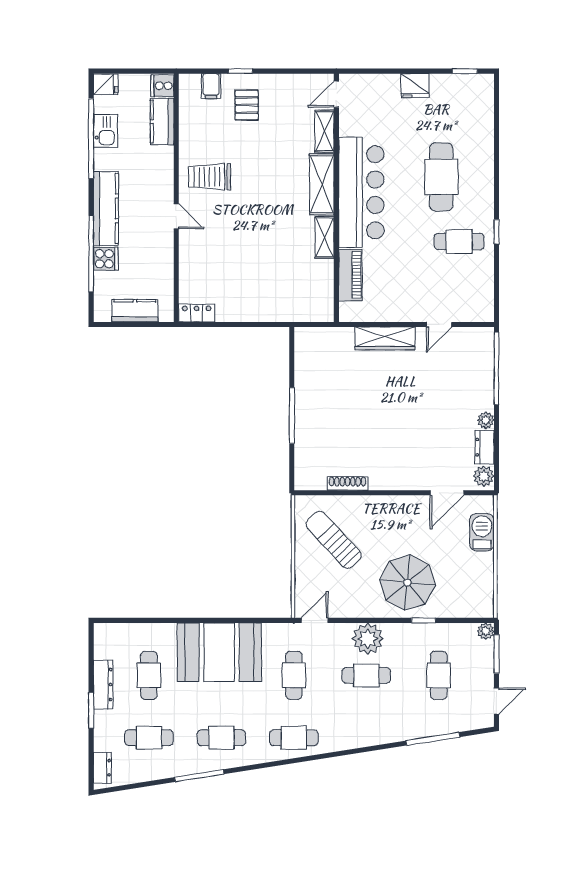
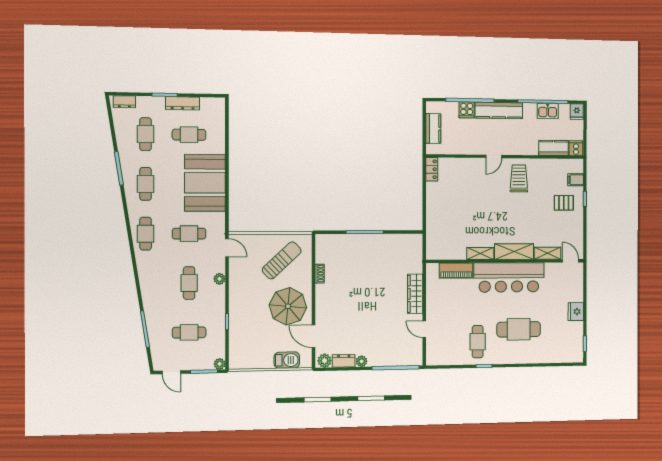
shoe rack: (348, 483) -> (320, 274), width x0.70
parasol: (407, 582) -> (288, 306), moved
plant: (368, 639) -> (219, 279), width x0.53, depth x0.53

